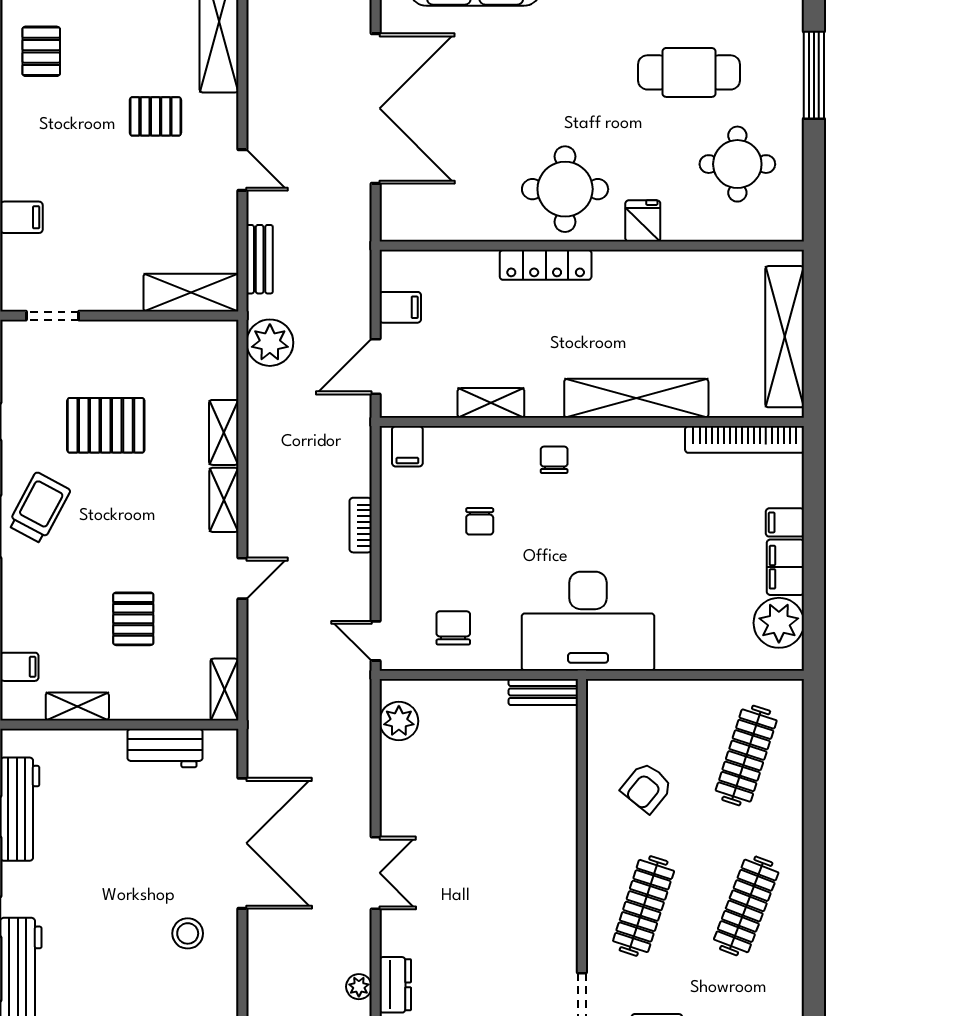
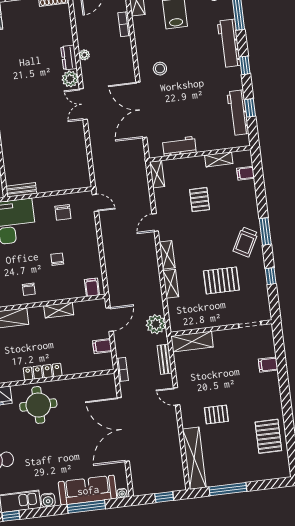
pallet: (41, 51) -> (268, 436), width x1.50, depth x1.42
bookcase: (361, 525) -> (122, 369), moved
plant: (399, 721) -> (70, 79), moved

